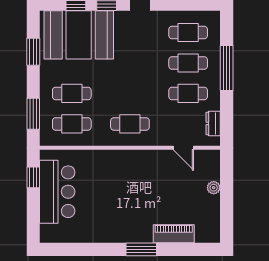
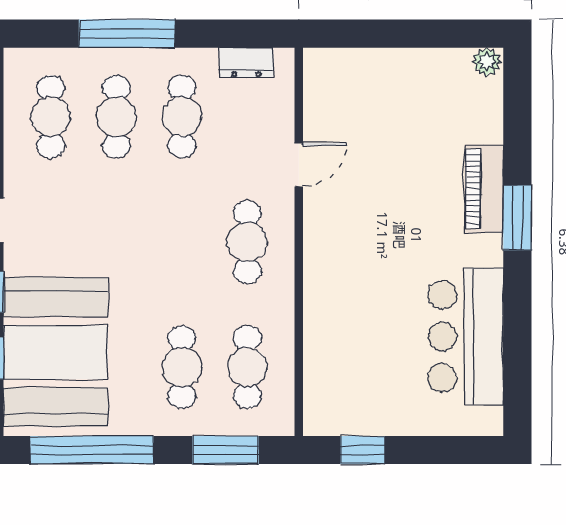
window: (33, 52) -> (92, 450), width x2.11
door: (183, 148) -> (299, 165), moved
plant: (214, 188) -> (487, 62), moved
bar counter: (57, 192) -> (466, 336), moved, turned -90
piano: (174, 234) -> (484, 189), moved

